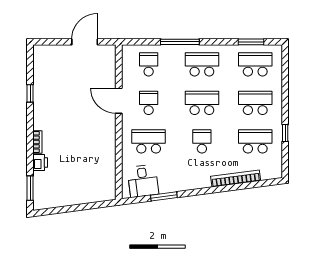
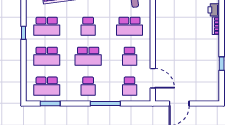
school desk: (202, 64) -> (88, 86), width x0.54
door: (119, 101) -> (153, 78), moved

